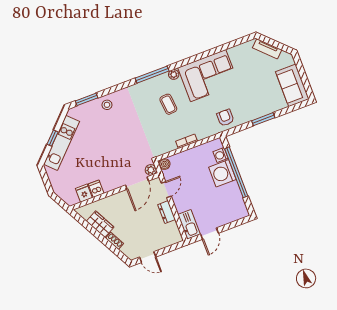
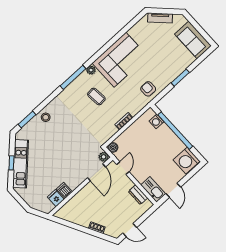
washing machine: (222, 173) -> (187, 161), moved
dresser: (167, 212) -> (138, 195), moved
wardrobe: (100, 224) -> (79, 219), removed

